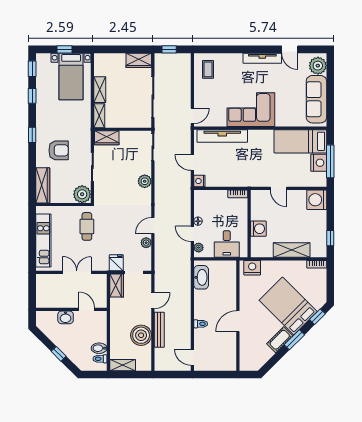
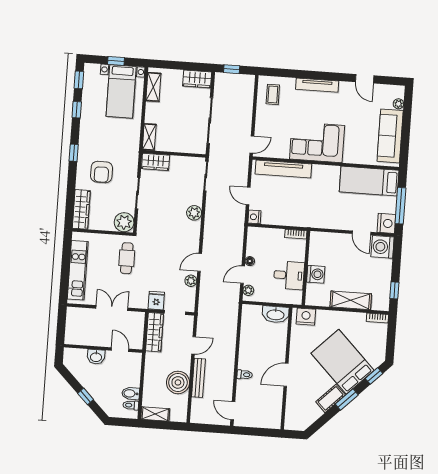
tv unit: (262, 58) -> (317, 85), moved
plant: (318, 66) -> (398, 104), width x0.53, depth x0.53
shelving: (100, 90) -> (153, 87), moved
armchair: (59, 150) -> (102, 172), turned 90
nightstand: (319, 163) -> (386, 223), moved
door: (279, 188) -> (361, 233), moved
door: (192, 234) -> (243, 275), hinge flipped
desk: (227, 244) -> (289, 275), moved, turned -90
washbasin: (201, 277) -> (275, 314), moved, turned 90
wardrobe: (117, 286) -> (155, 332), width x1.50

